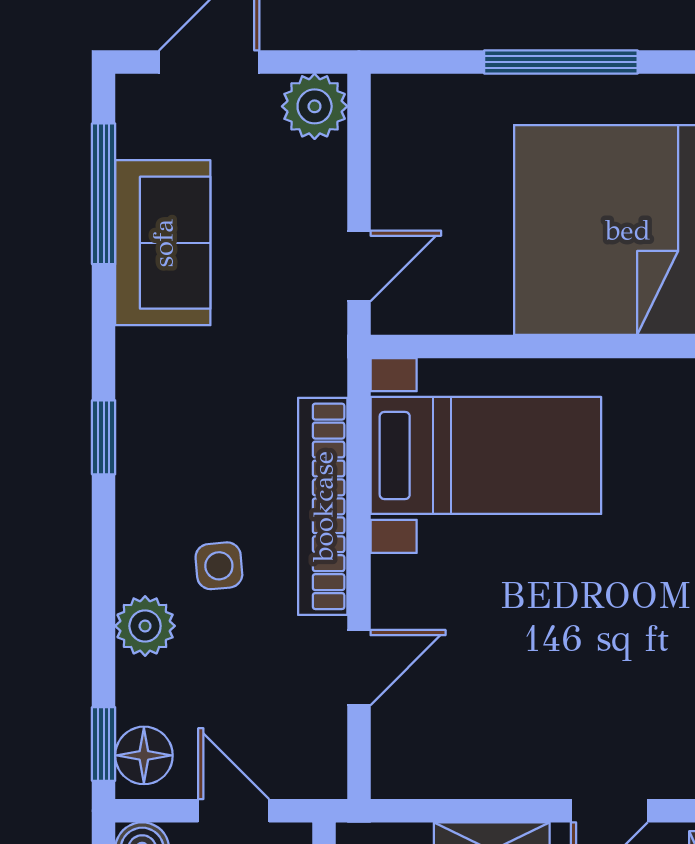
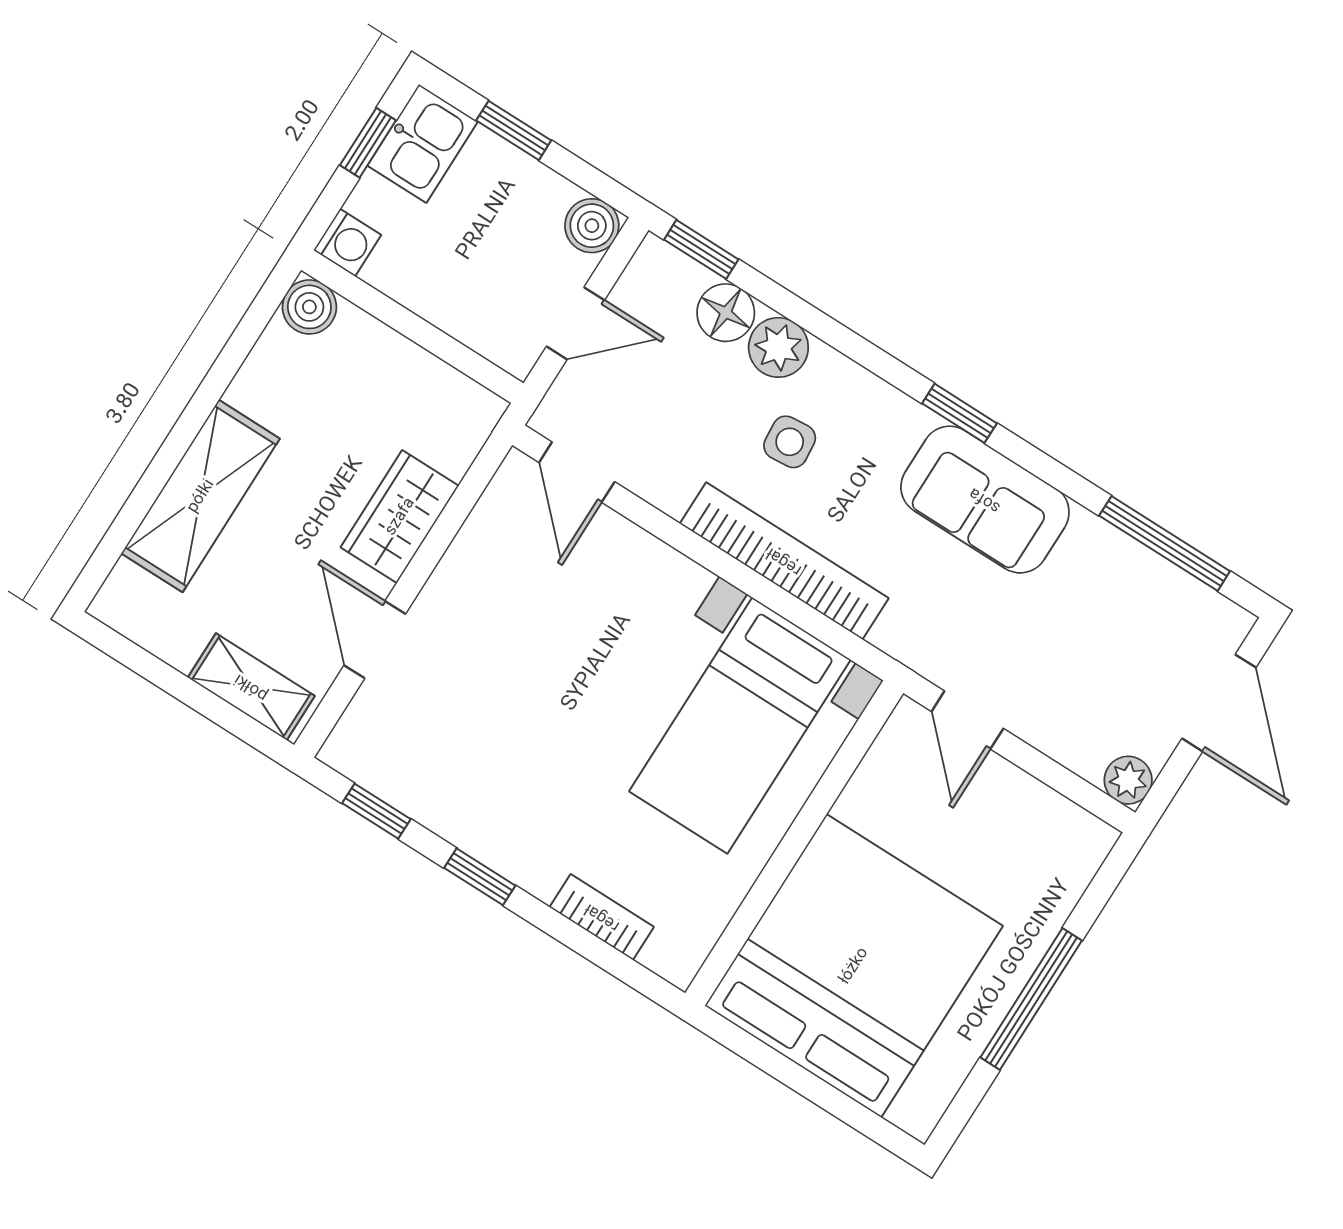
plant: (315, 106) -> (1128, 780), width x0.73, depth x0.73
sofa: (163, 243) -> (985, 500), moved
door: (359, 668) -> (577, 472), moved
floor lamp: (144, 755) -> (726, 313), moved

